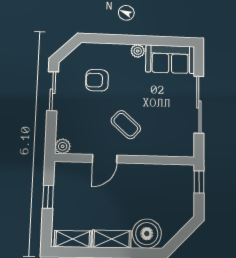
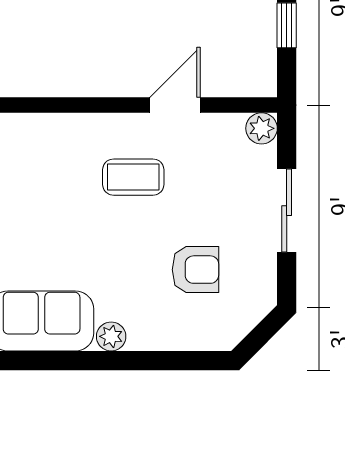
sliding door: (53, 91) -> (287, 211), moved
coffee table: (126, 125) -> (133, 177), turned -42

